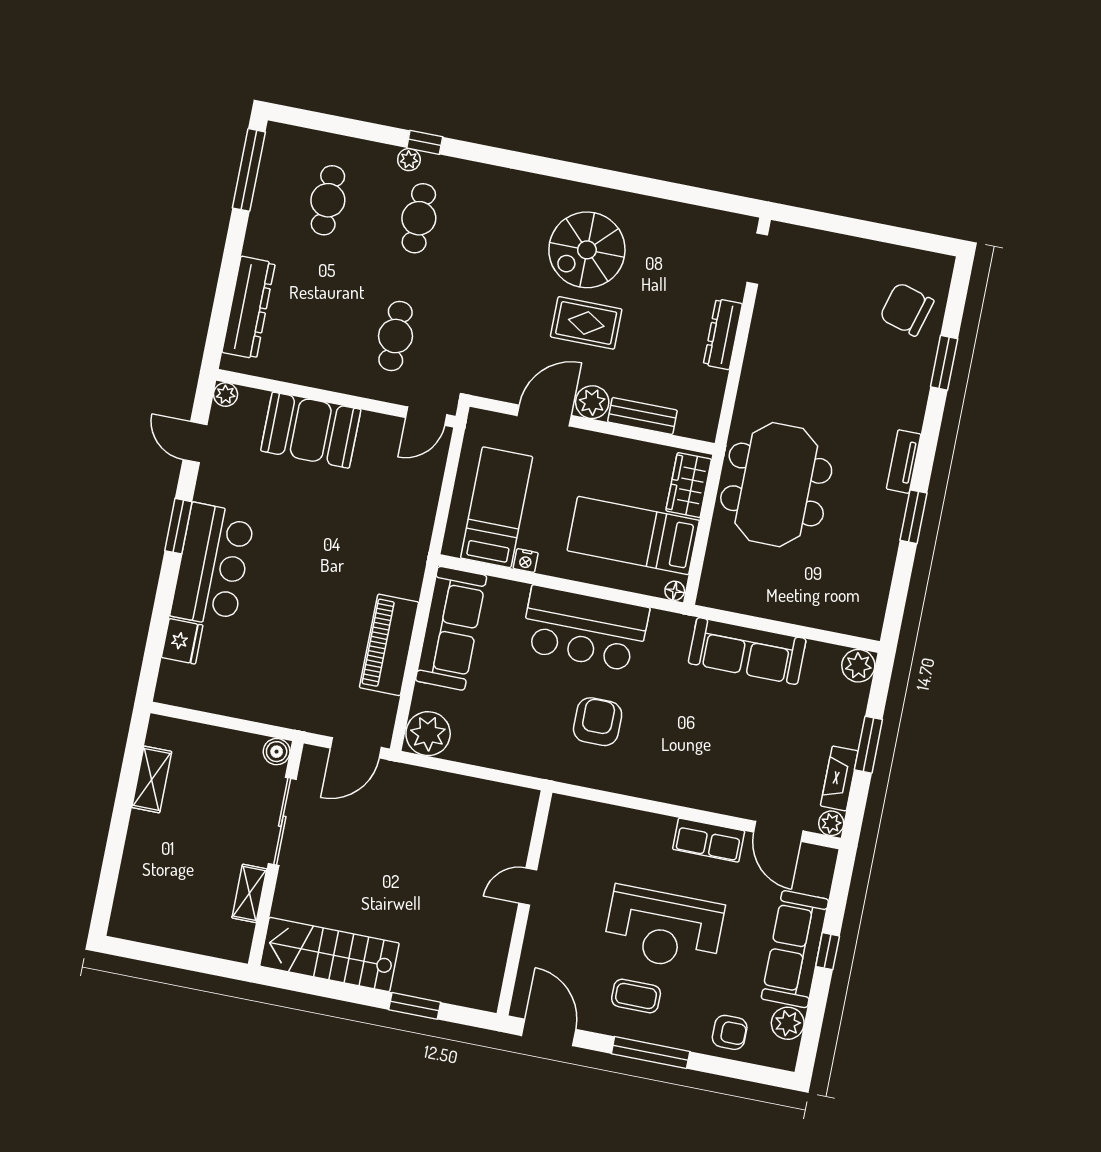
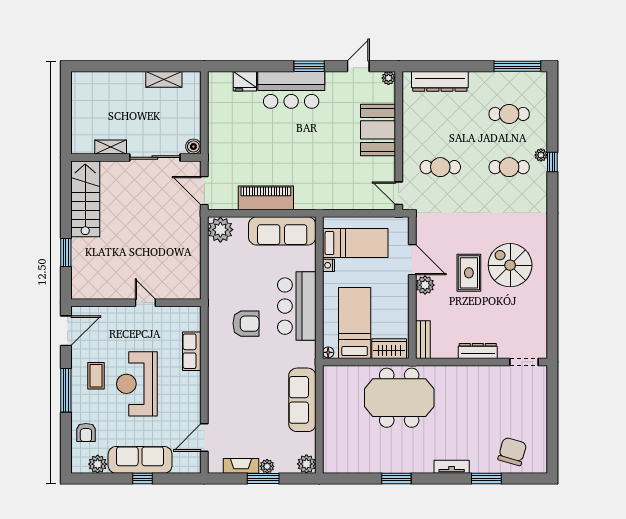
bench: (642, 416) -> (423, 340), moved
tv unit: (904, 462) -> (452, 467), moved
plant: (831, 823) -> (267, 466), moved
row of seats: (709, 840) -> (192, 351), moved

